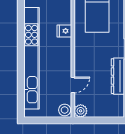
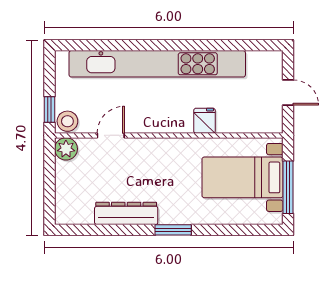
door: (73, 85) -> (111, 135), swing flipped
window: (58, 120) -> (50, 110), added

